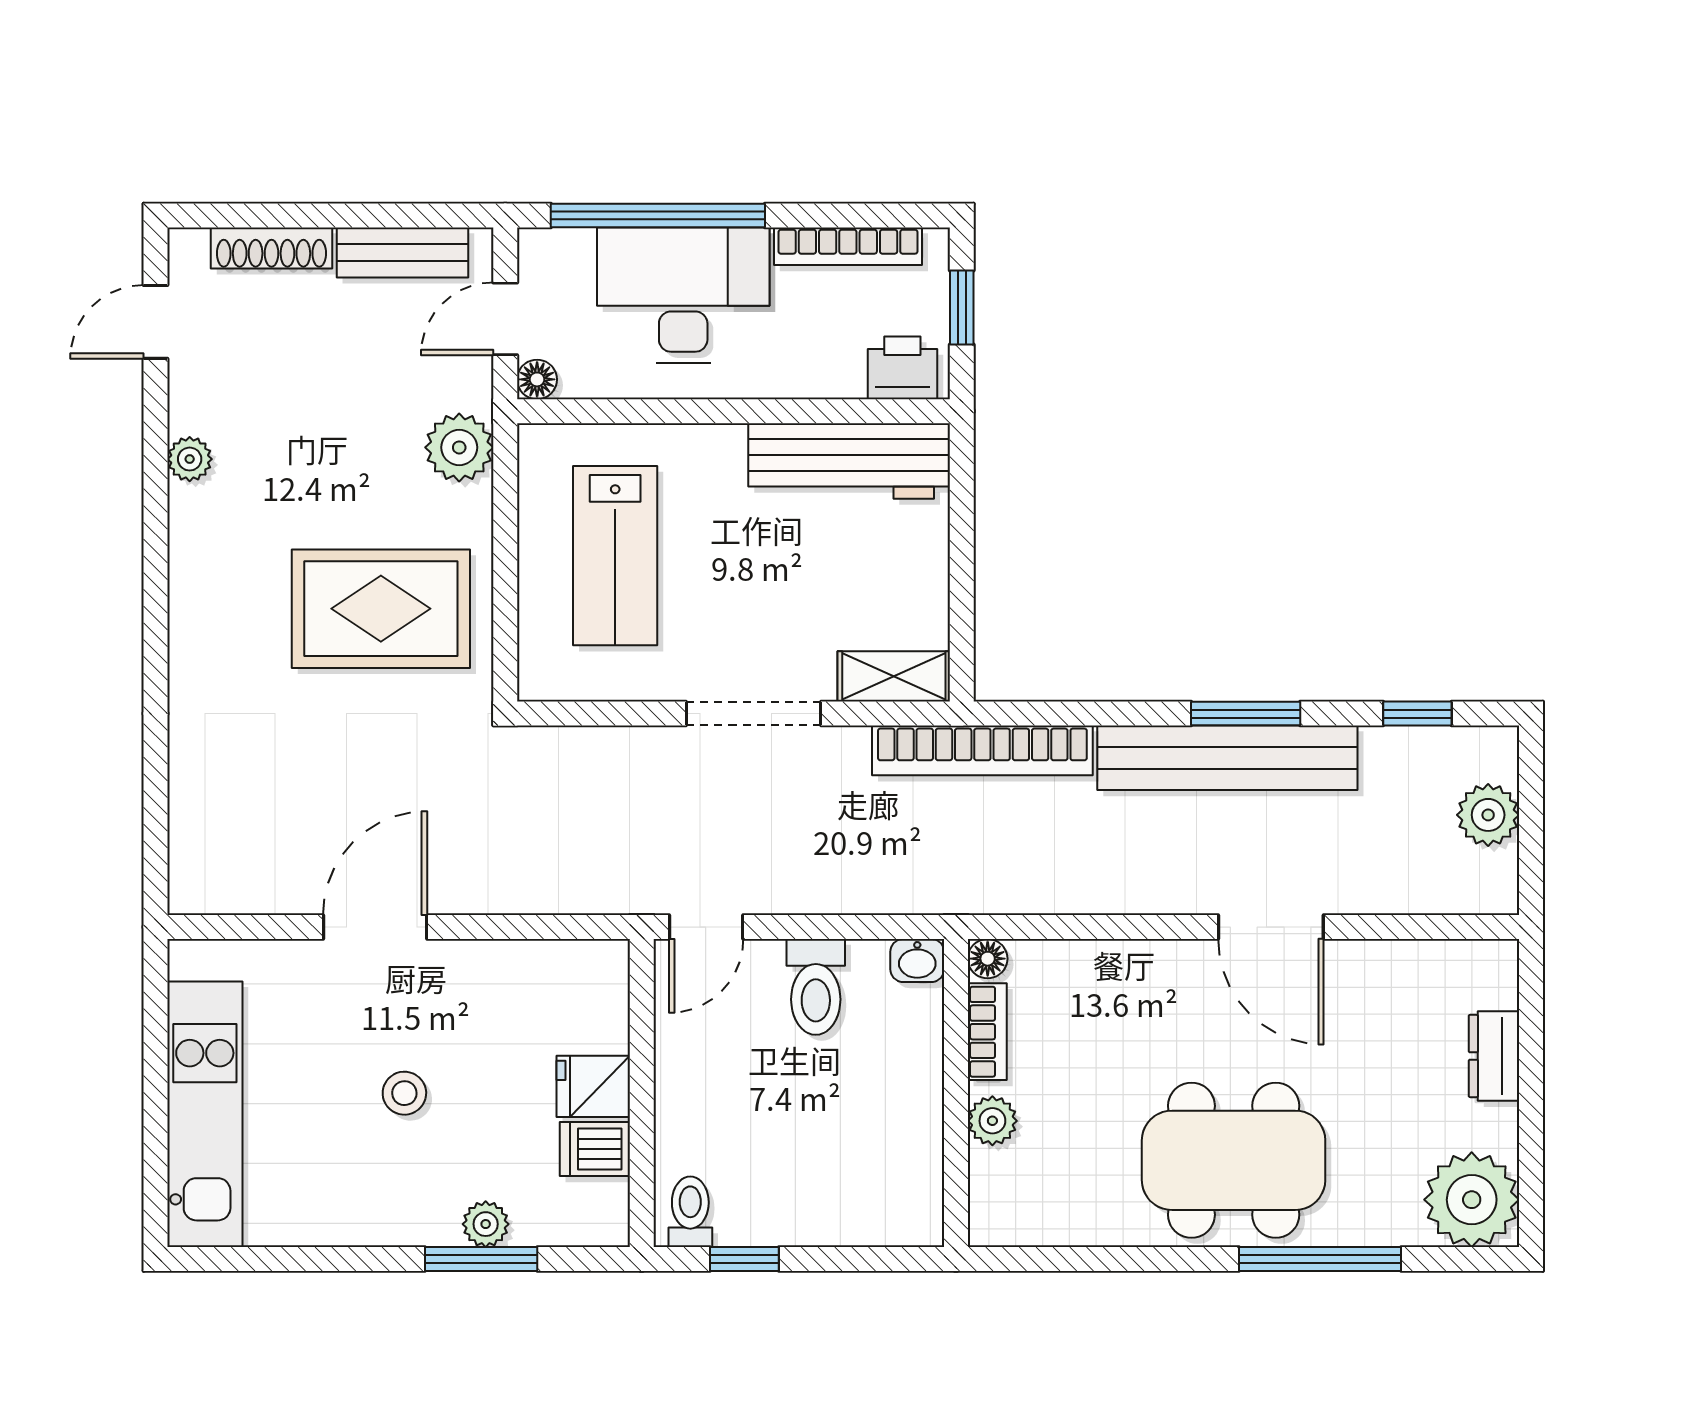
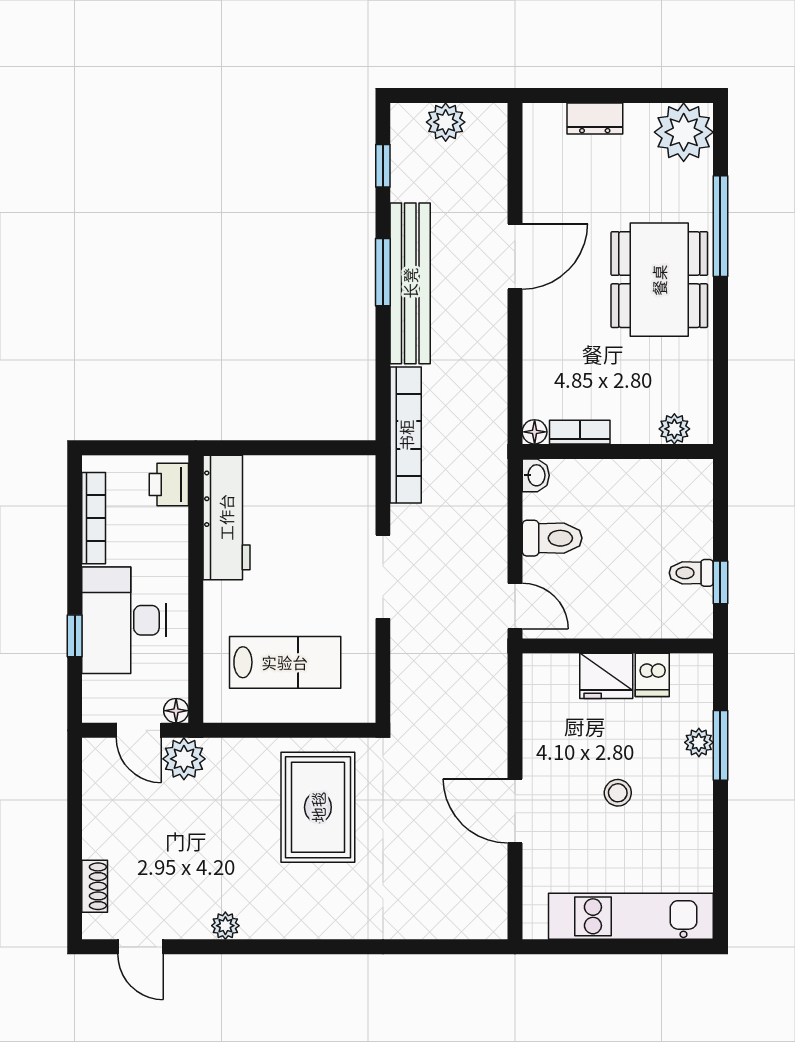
window: (658, 215) -> (75, 636), width x0.32
shoe rack: (271, 248) -> (95, 886), width x0.70
bench: (403, 252) -> (97, 794), removed
window: (962, 307) -> (131, 448), removed
plant: (459, 447) -> (184, 759), moved
shelving: (894, 676) -> (360, 490), removed
fridge: (593, 1086) -> (606, 676), width x1.38
plant: (992, 1121) -> (674, 429), moved
toilet: (690, 1212) -> (691, 573), moved

